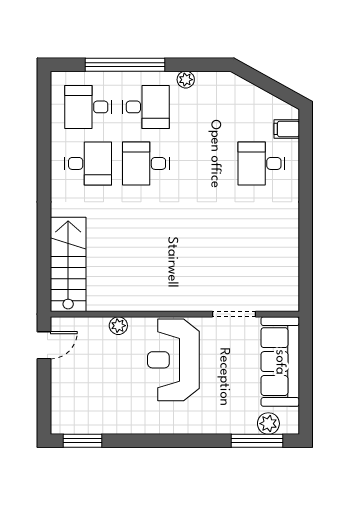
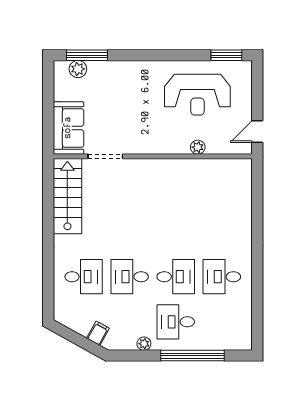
desk: (88, 107) -> (130, 277), moved, turned 180
filing cabinet: (287, 129) -> (98, 333), moved, turned -61
stairs: (68, 264) -> (67, 196), moved, turned 180
reception desk: (173, 360) -> (197, 95), moved, turned 90
sofa: (280, 362) -> (68, 128), width x0.73

